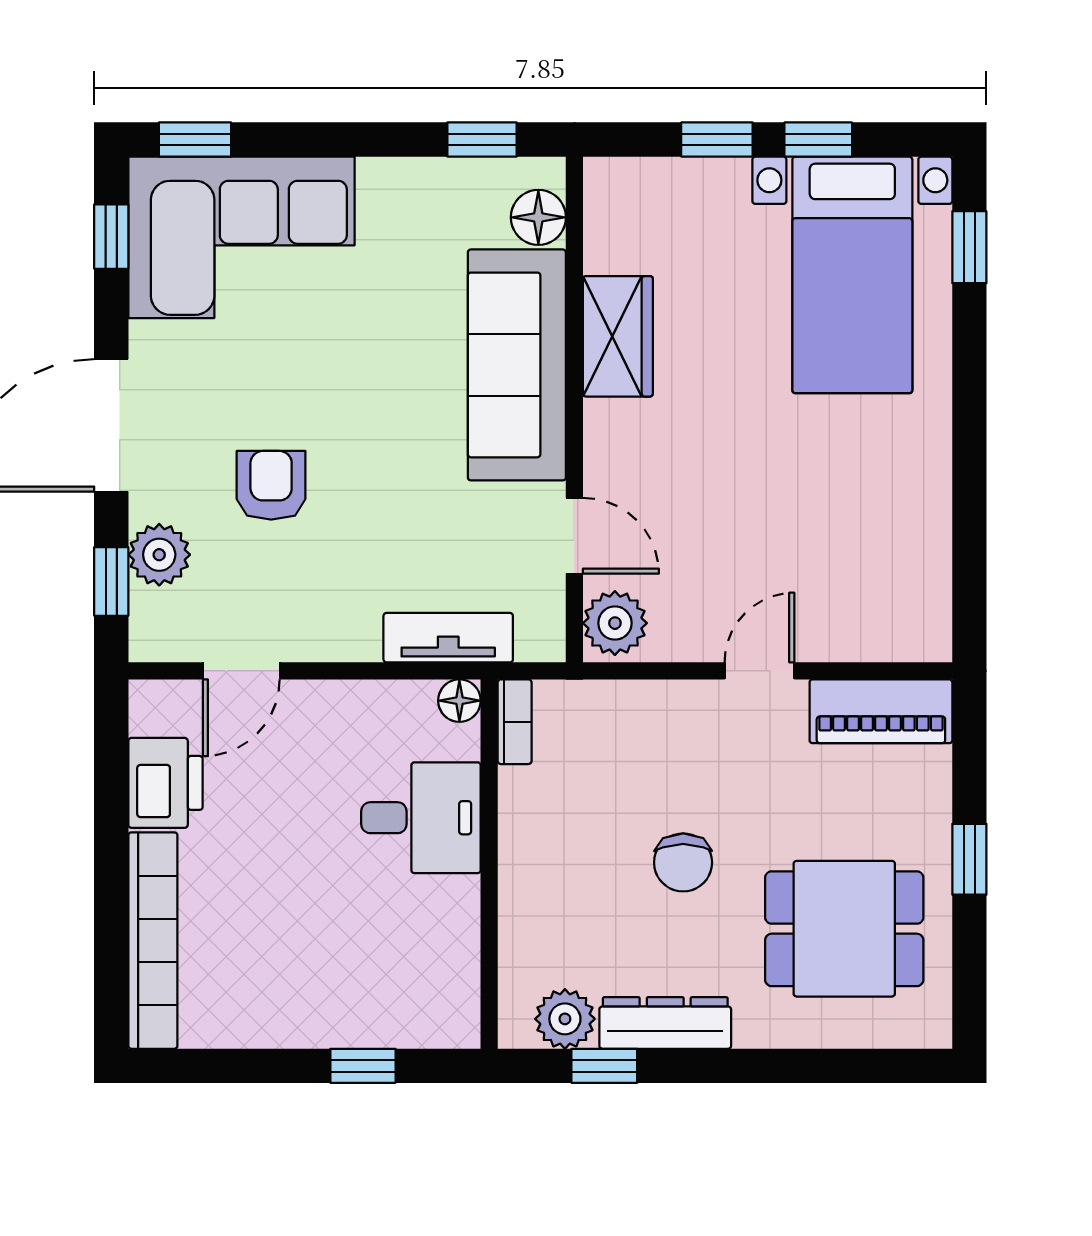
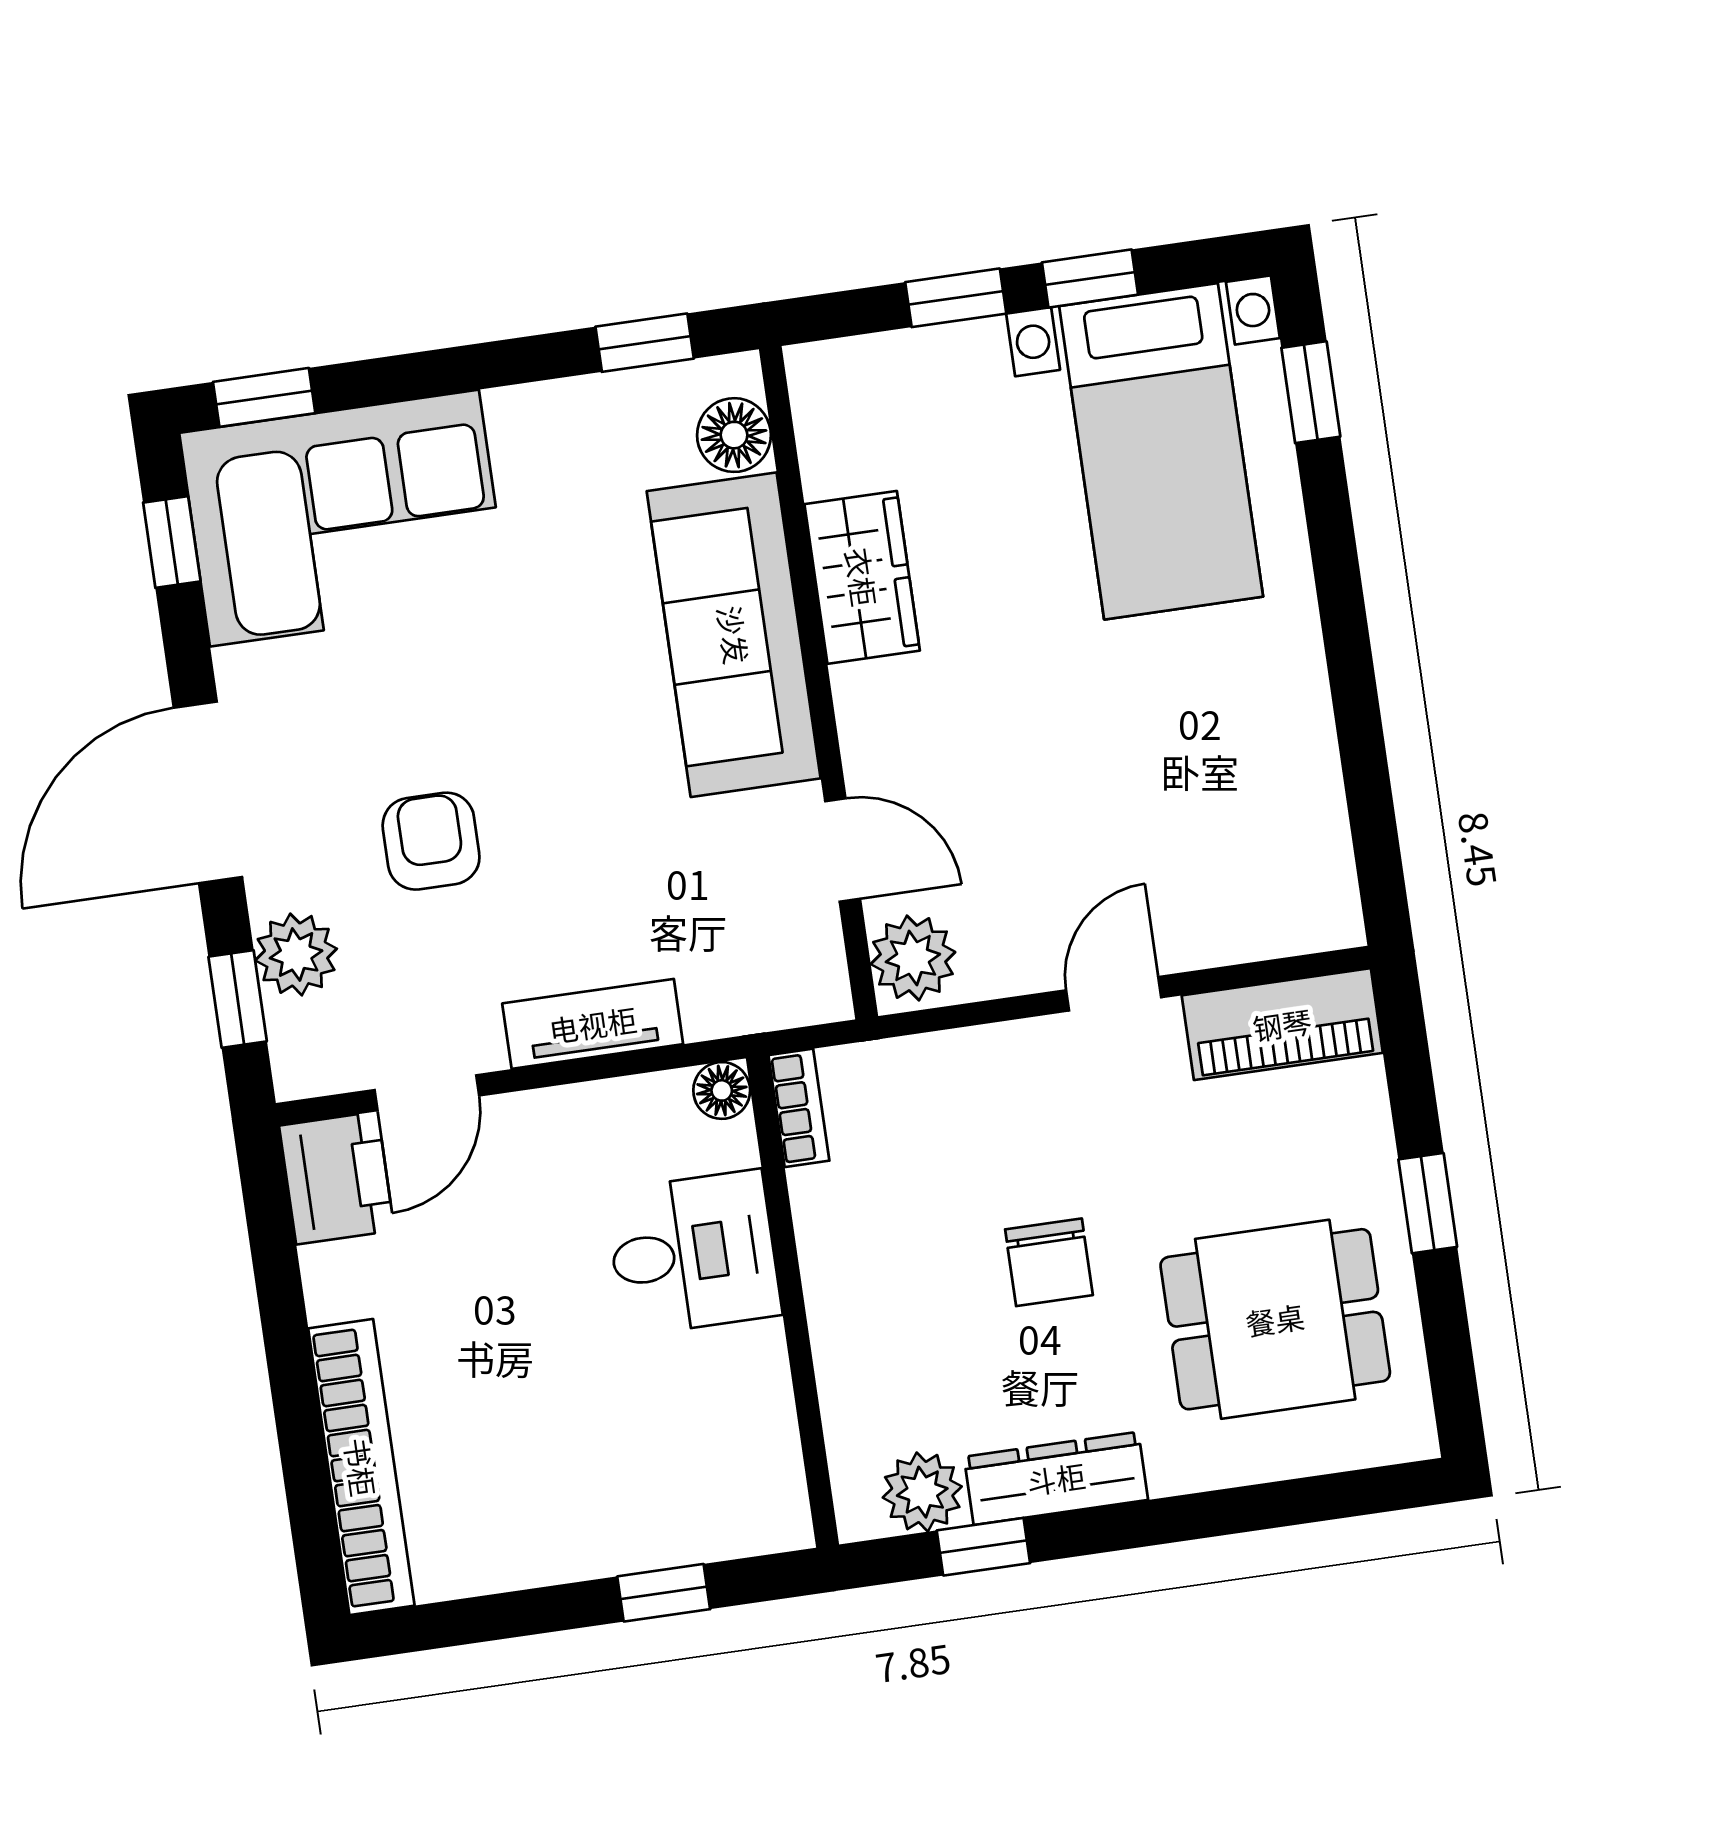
tv unit: (448, 638) -> (593, 1024), moved
printer: (165, 783) -> (337, 1178), moved

